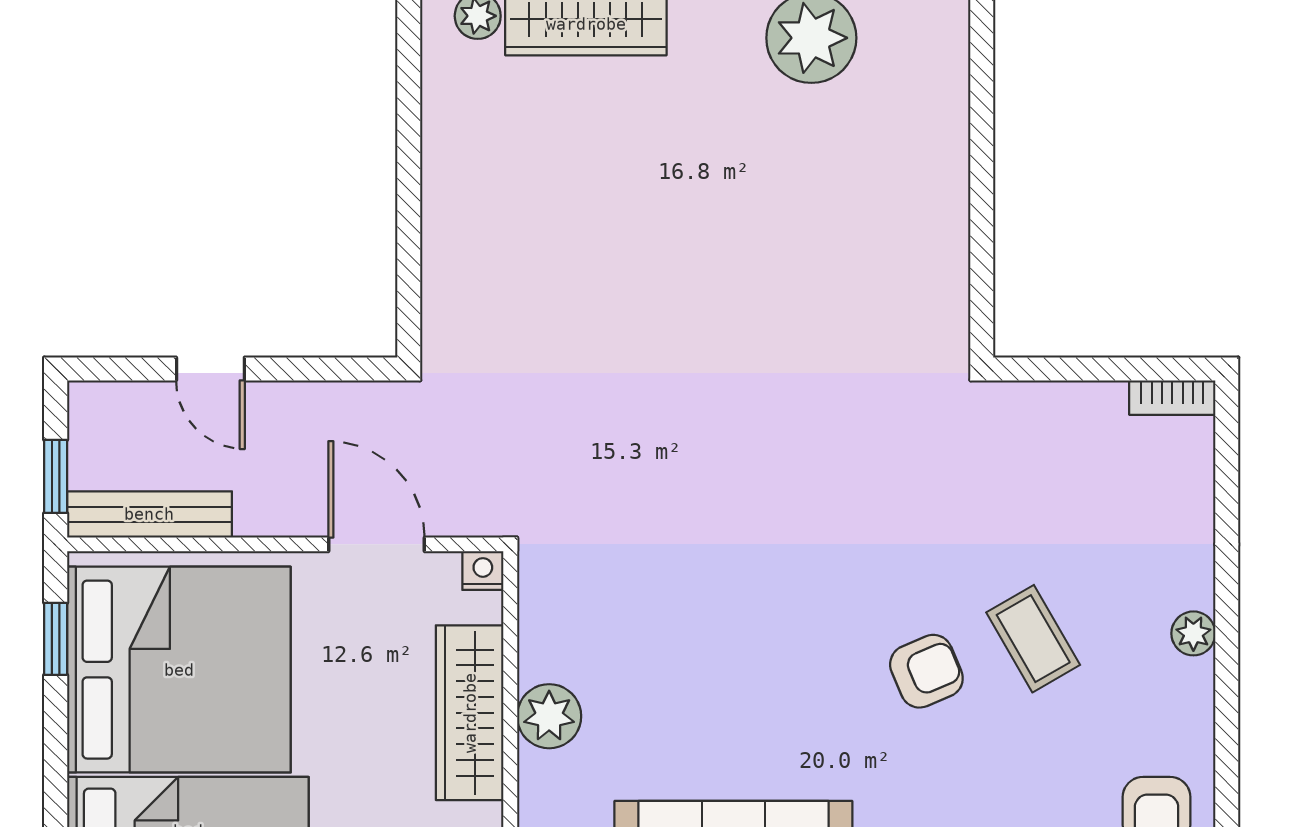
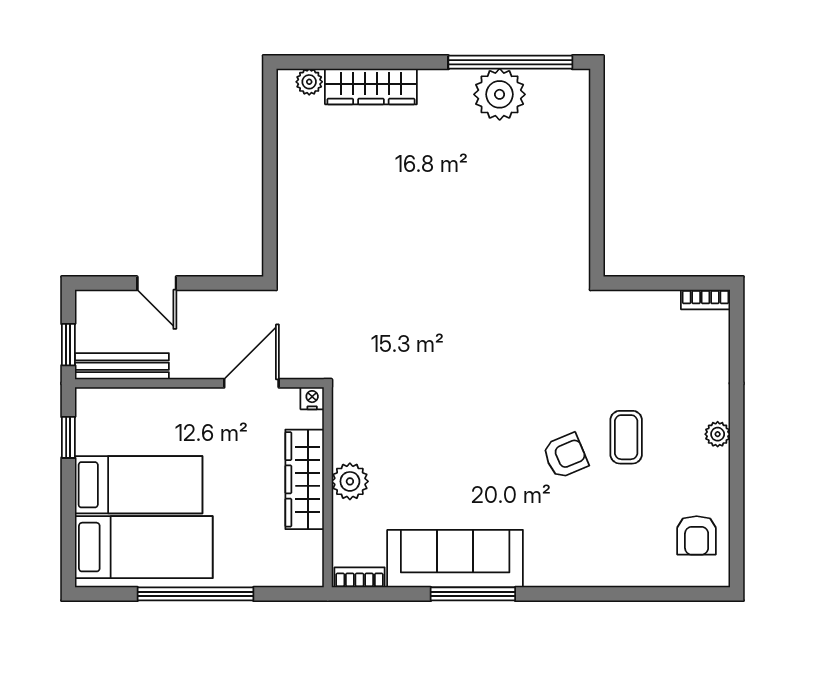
door: (376, 544) -> (251, 383), hinge flipped
coffee table: (1033, 639) -> (626, 437), turned 30
bed: (179, 670) -> (139, 485), width x0.49

